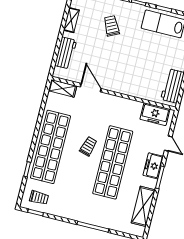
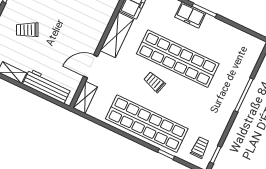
workbench: (66, 53) -> (47, 86), width x1.38
shelving: (143, 206) -> (117, 35), moved, turned 90

